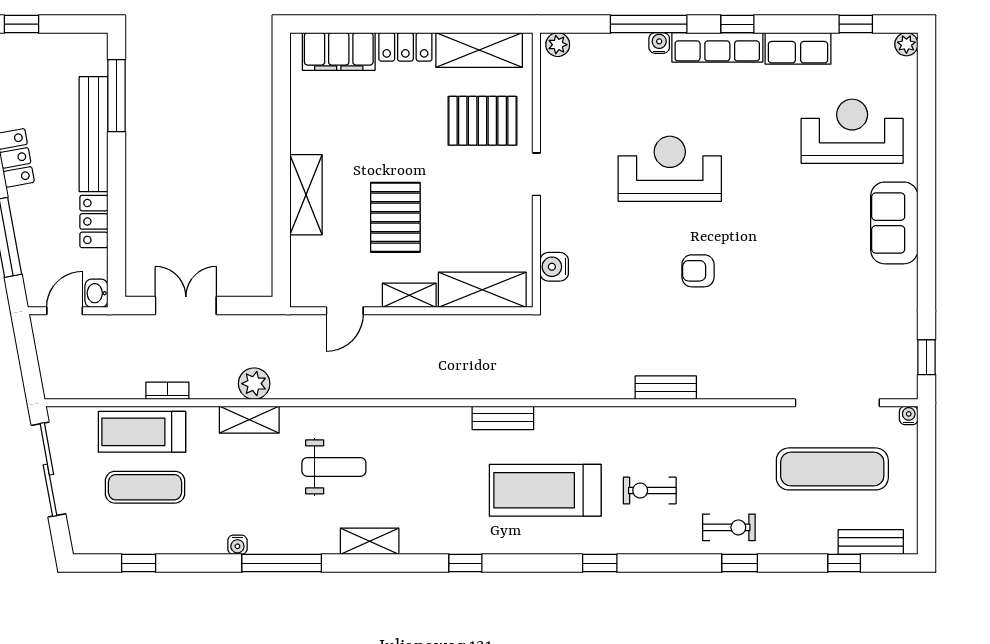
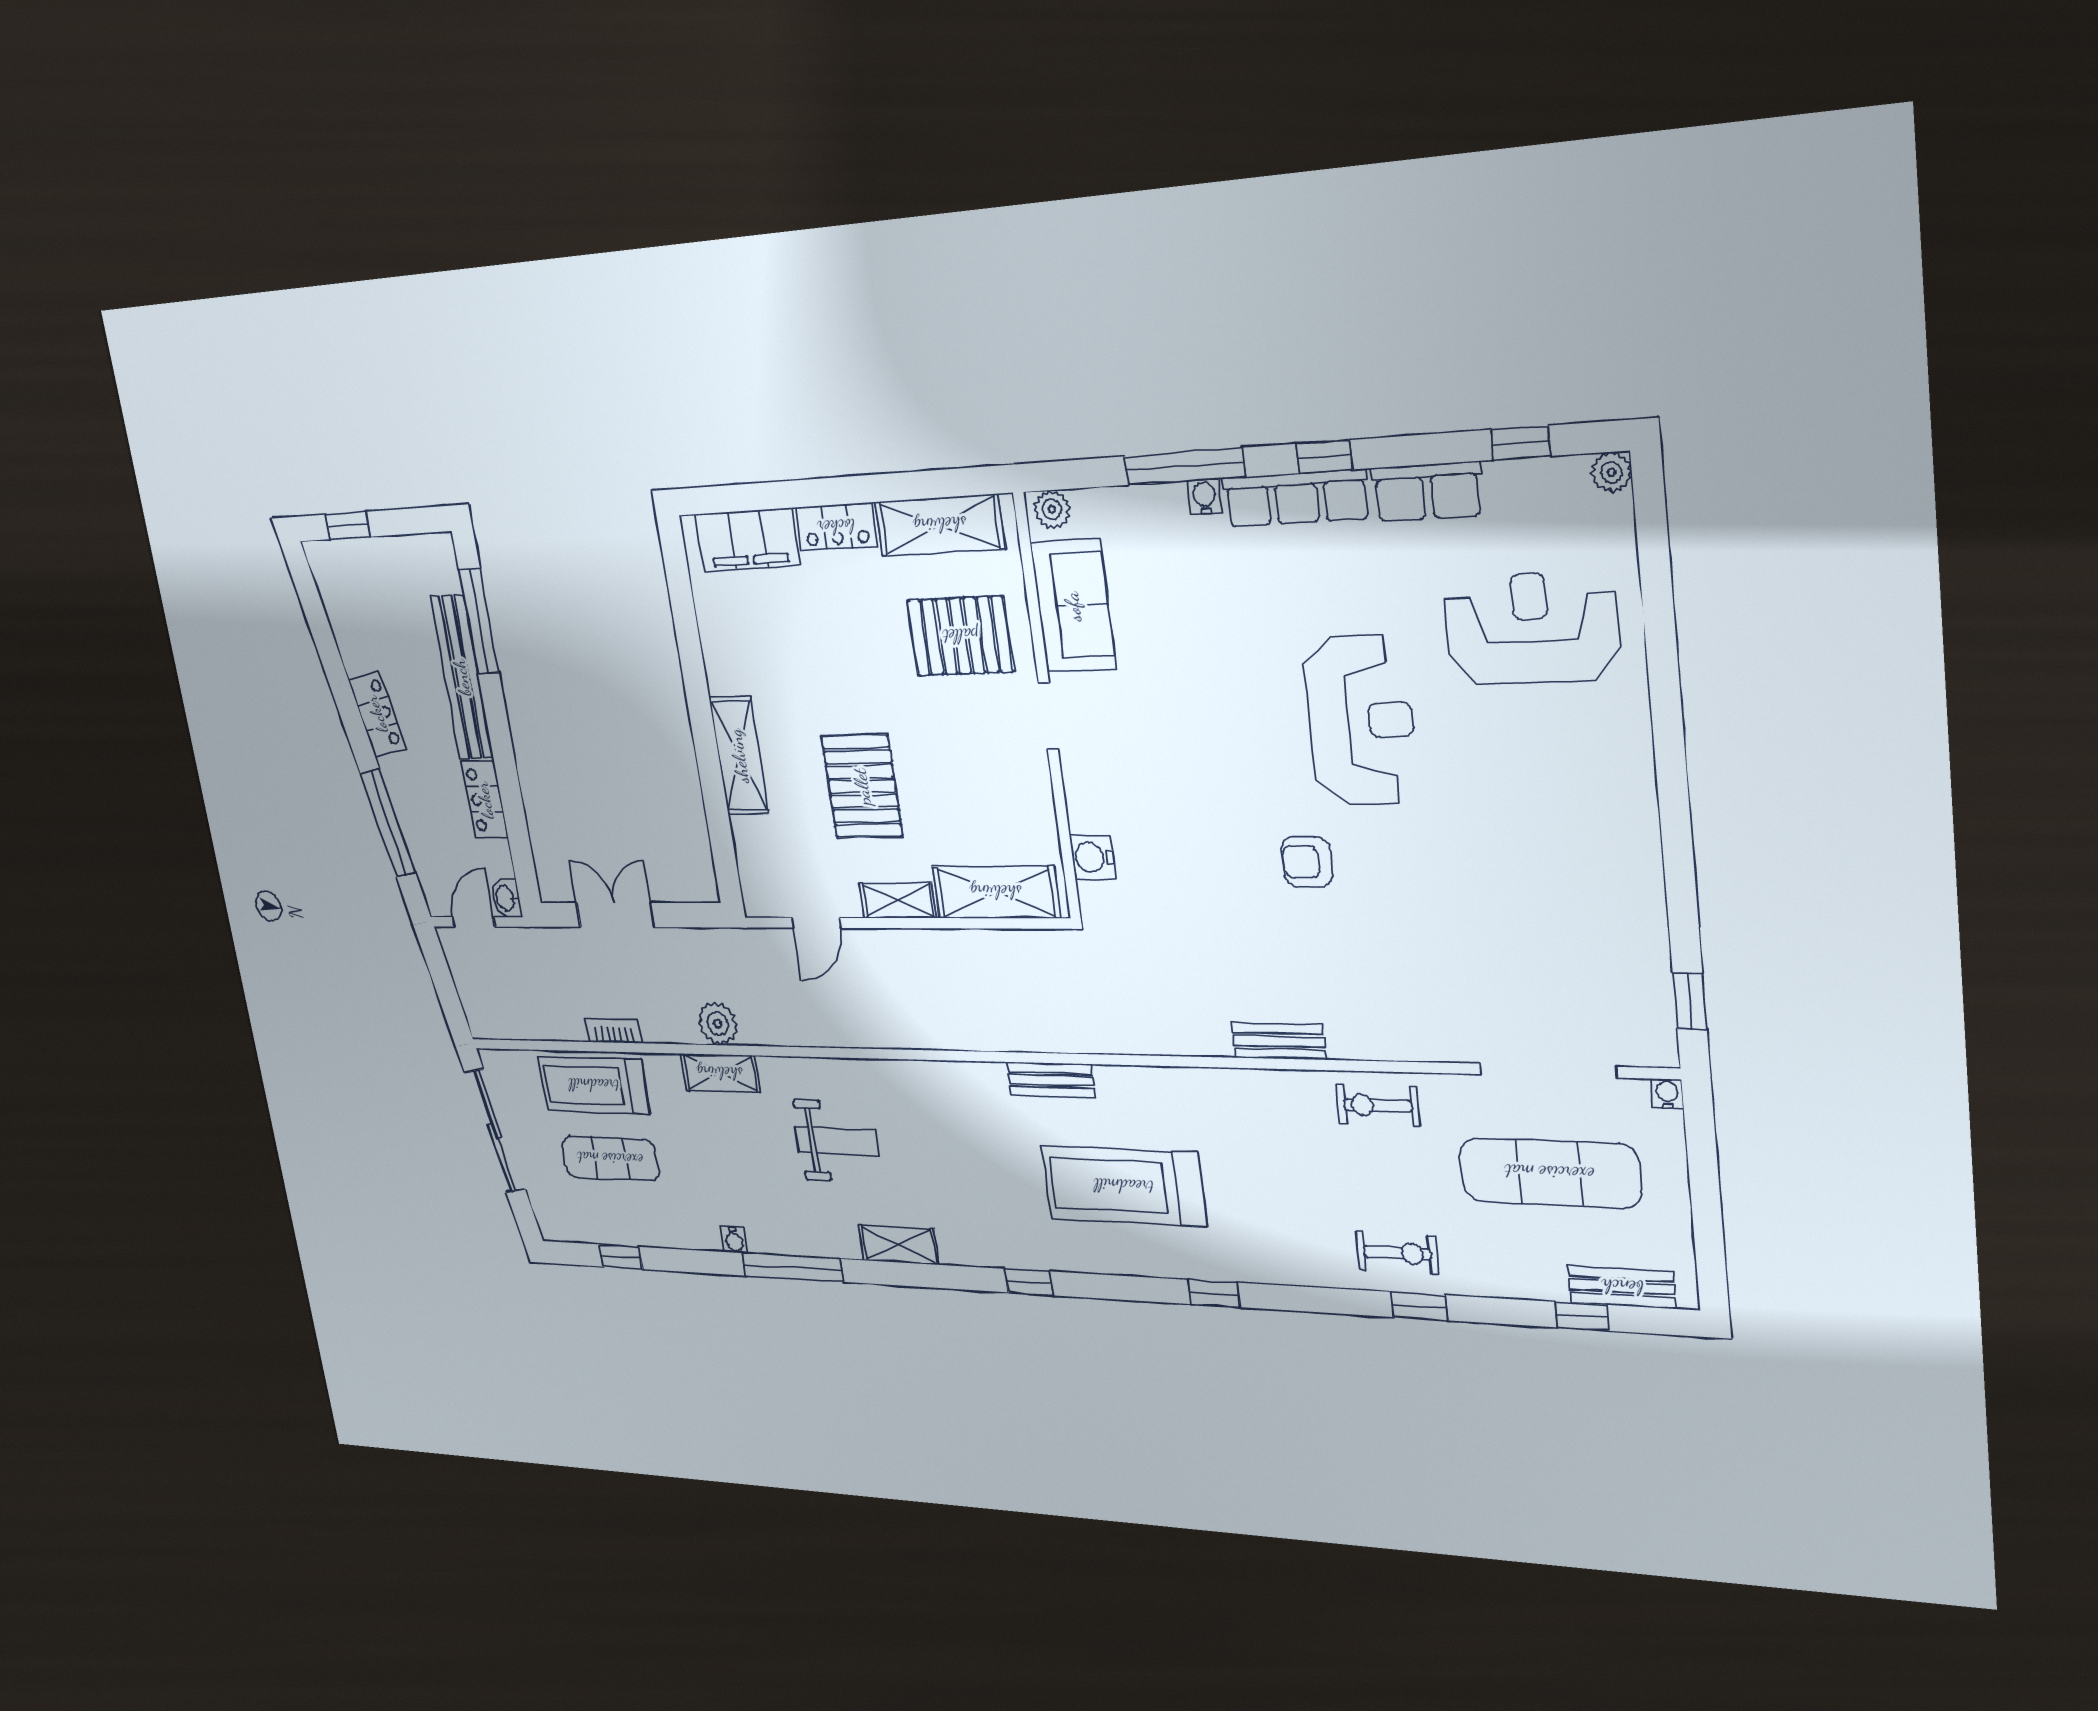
reception desk: (670, 169) -> (1361, 721), moved, turned 90
sofa: (894, 223) -> (1073, 606), moved, turned 180
exercise bike: (650, 491) -> (1378, 1105), moved

